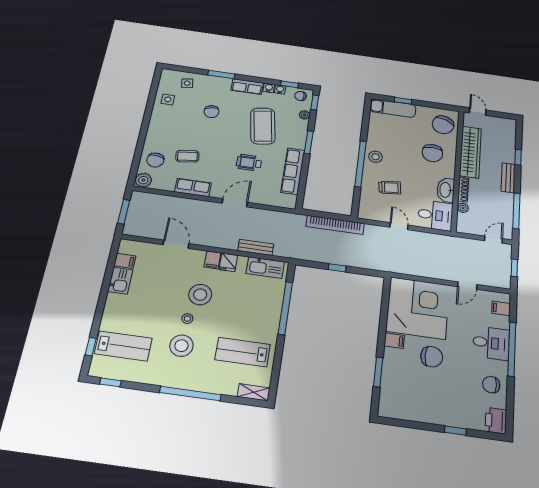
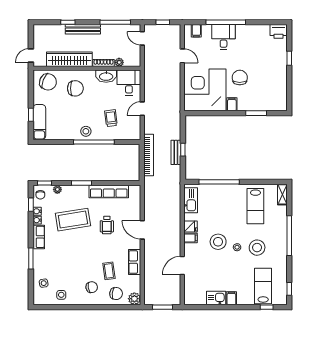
chair: (212, 112) -> (92, 287), moved
bench: (508, 178) -> (83, 29), width x1.36
bench: (256, 247) -> (176, 152), moved
filing cabinet: (125, 261) -> (231, 298), moved
chair: (491, 385) -> (254, 36), removed

